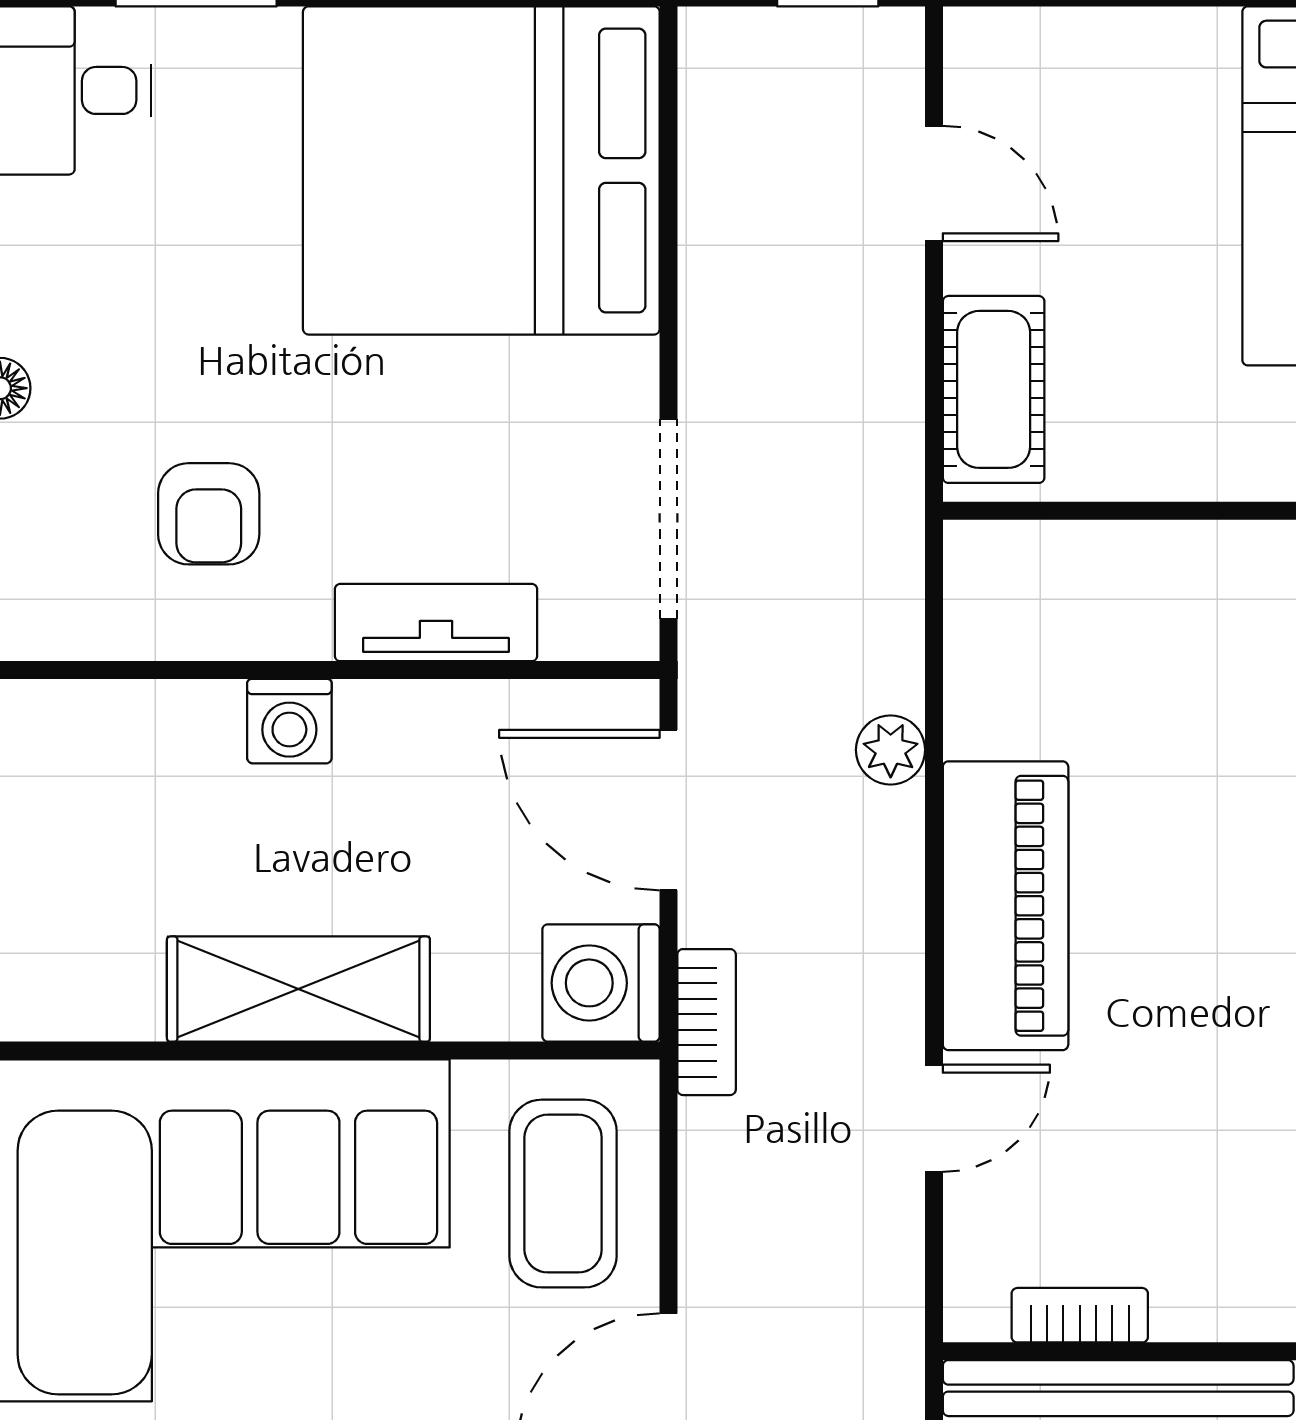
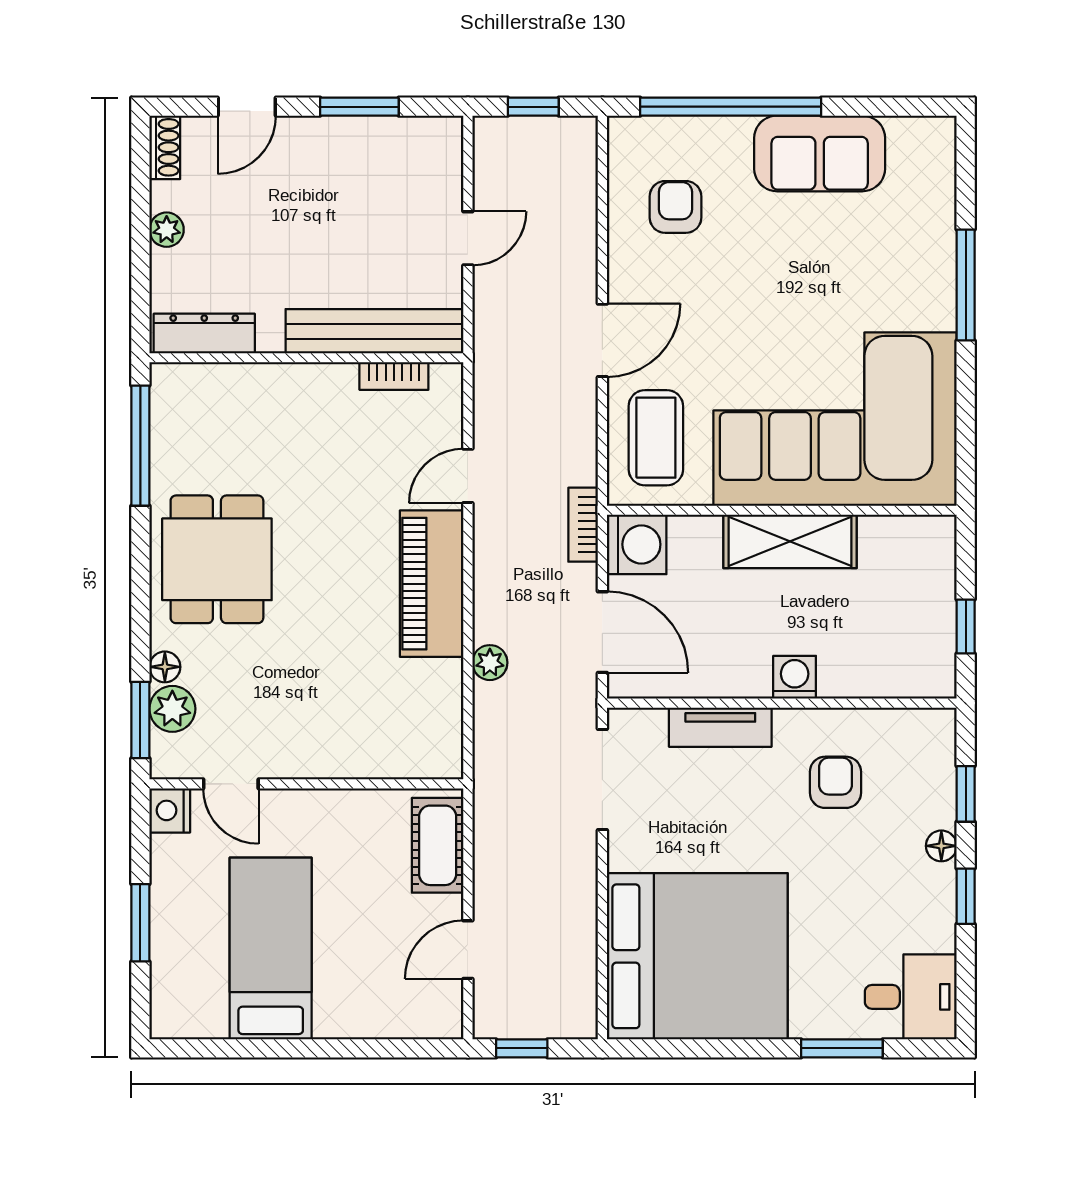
door: (934, 184) -> (468, 950), hinge flipped

